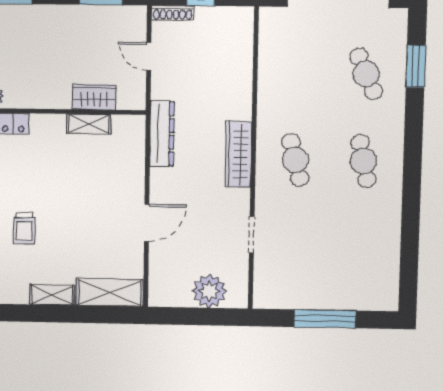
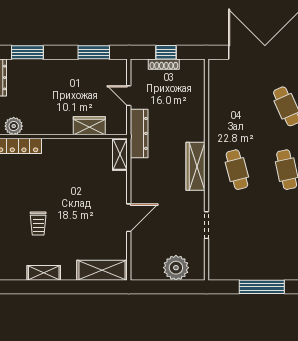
shoe rack: (173, 13) -> (164, 64), moved
shelving: (89, 124) -> (120, 154), moved, turned 90
dresser: (162, 134) -> (139, 133), moved
shelving: (52, 295) -> (44, 273), moved

